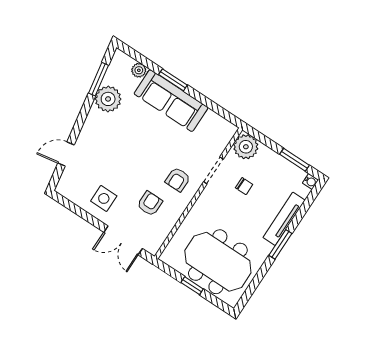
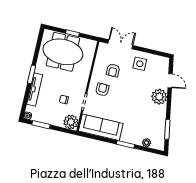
plant: (108, 99) -> (159, 97), moved
sofa: (171, 101) -> (101, 127), moved
door: (66, 154) -> (170, 81), hinge flipped

